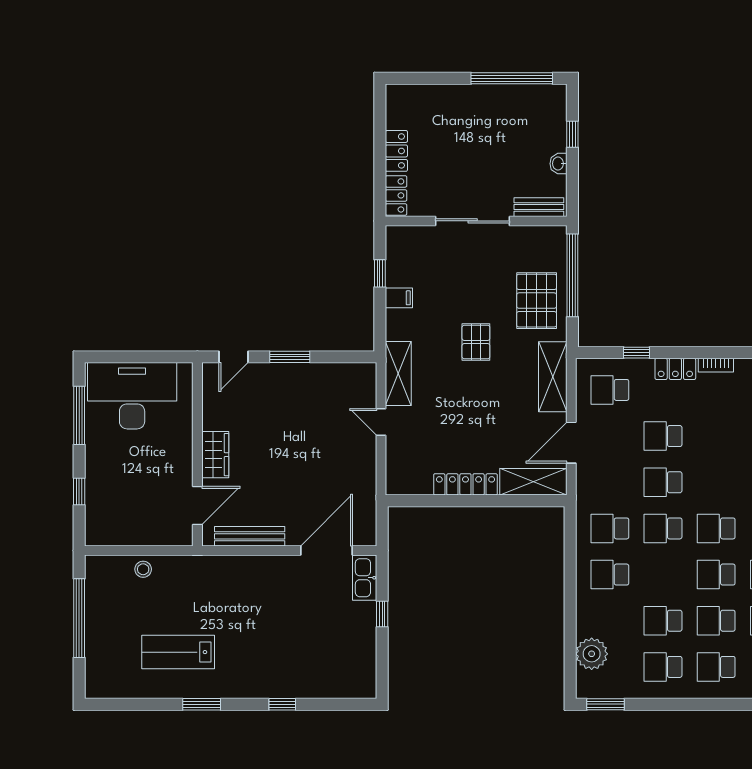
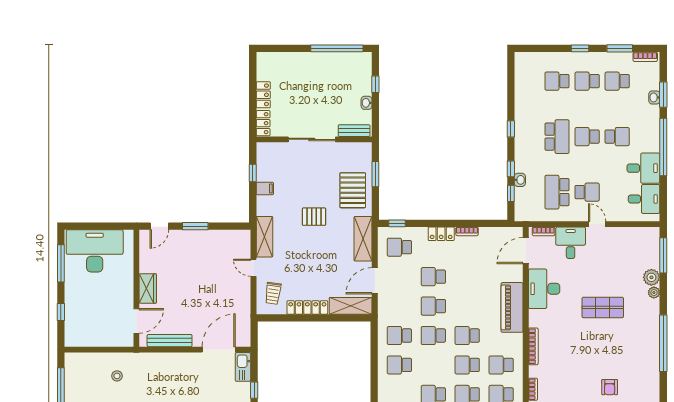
window: (572, 275) -> (375, 174), width x0.47
pallet: (476, 342) -> (314, 217), turned 90
window: (637, 353) -> (397, 223), moved
trolley: (412, 462) -> (273, 293), added
stool: (143, 569) -> (117, 376), moved

